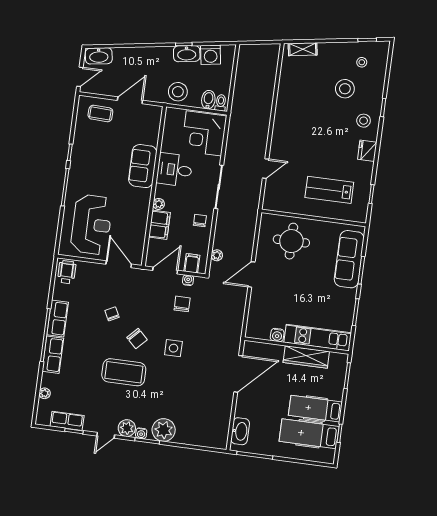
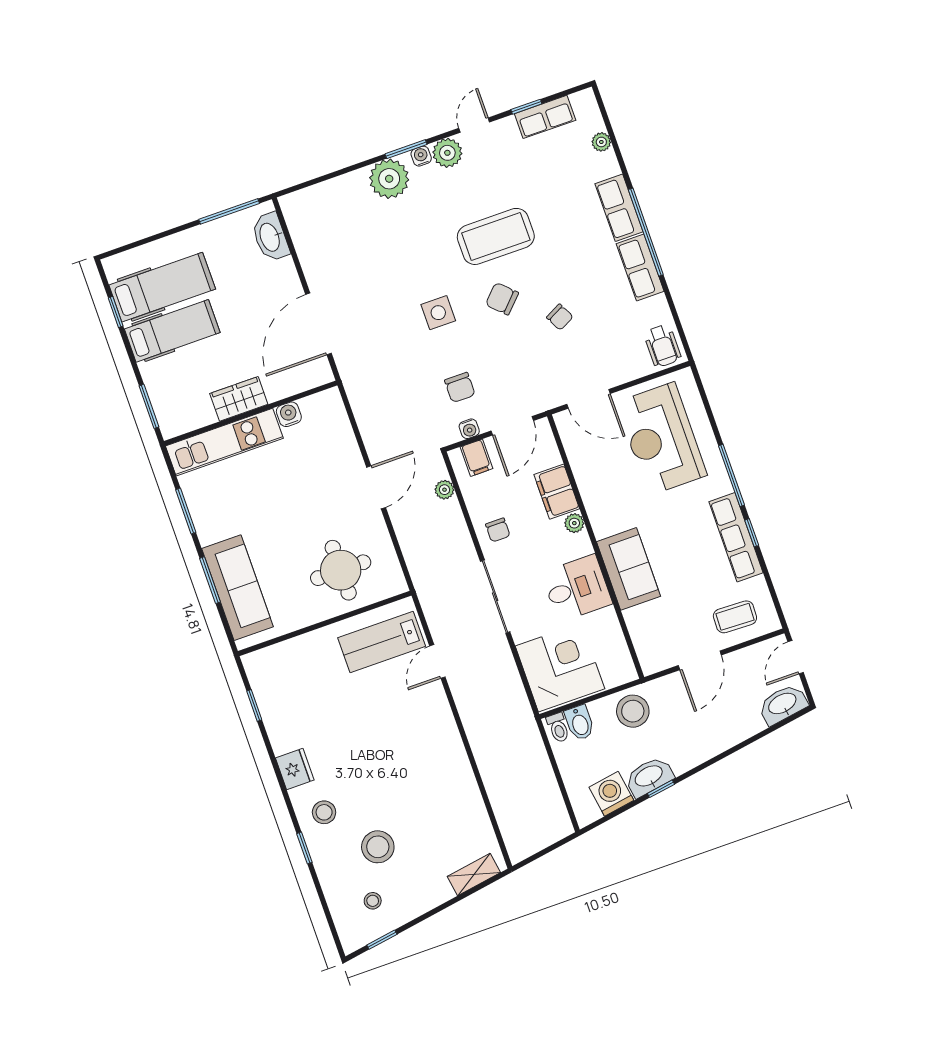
row of seats: (79, 154) -> (736, 537), added
lab bench: (329, 190) -> (382, 642), moved, turned 180
wardrobe: (306, 357) -> (239, 399), width x0.67

